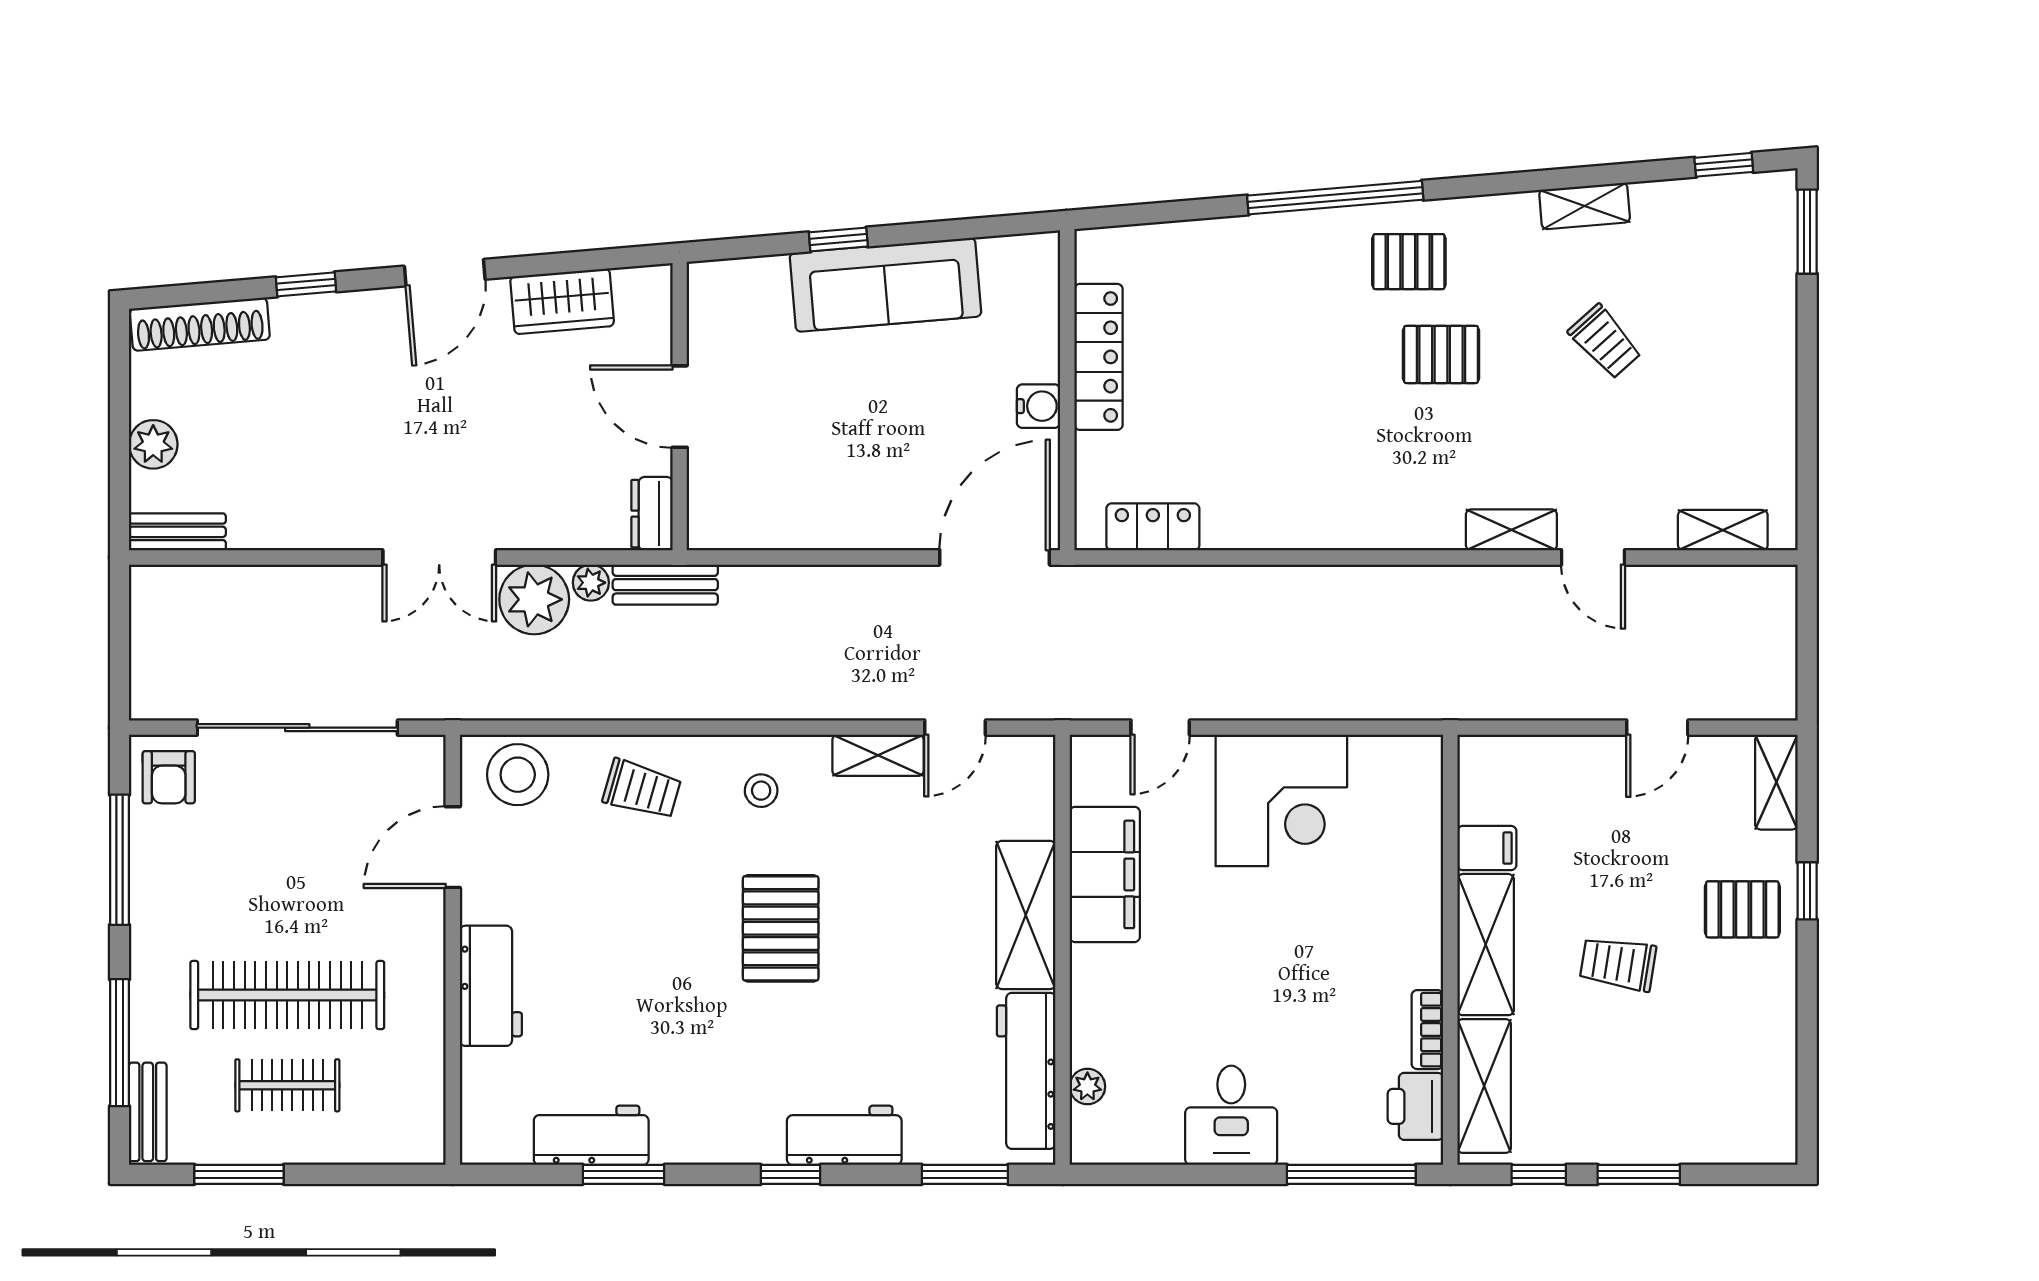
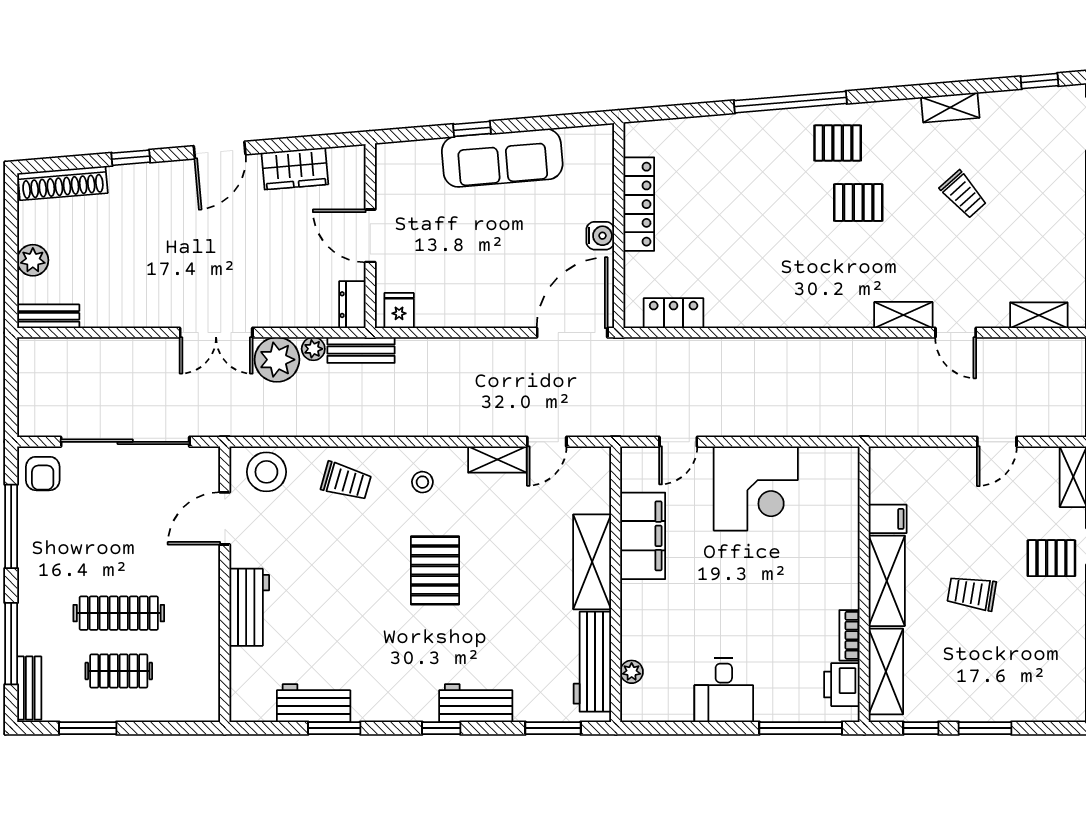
fridge: (725, 523) -> (399, 311), added
clothes rail: (287, 995) -> (119, 613), width x0.73, depth x0.76

